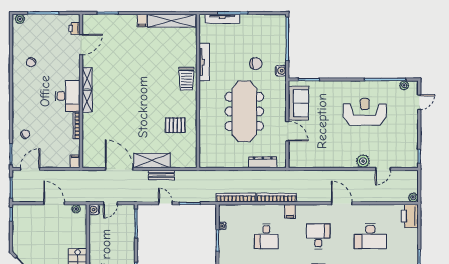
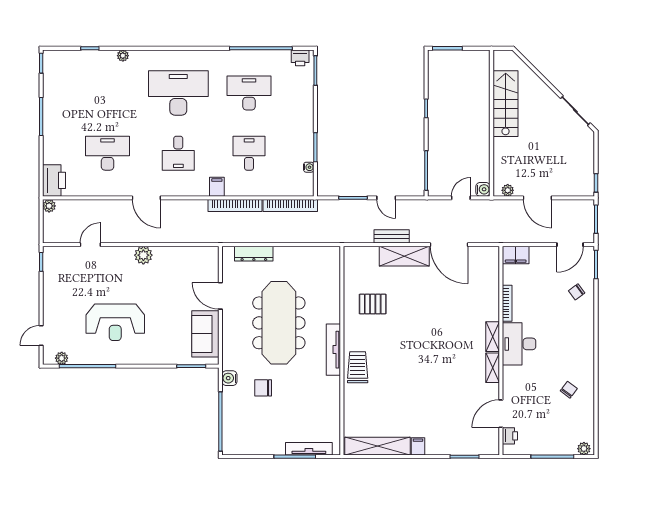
tv unit: (204, 62) -> (333, 350), moved
filing cabinet: (75, 161) -> (516, 255), width x2.00
plant: (363, 161) -> (143, 255), moved

